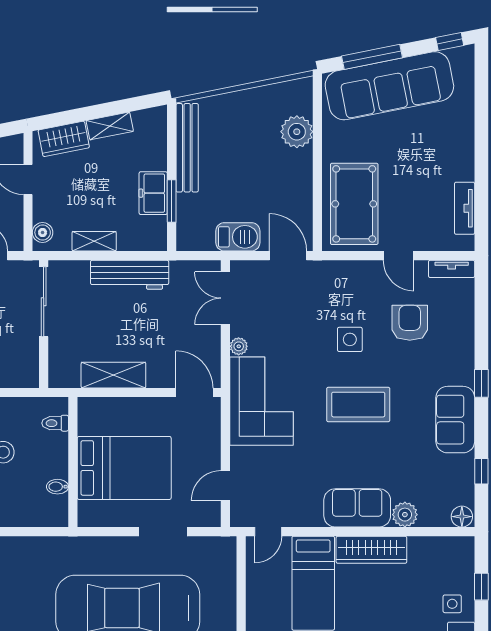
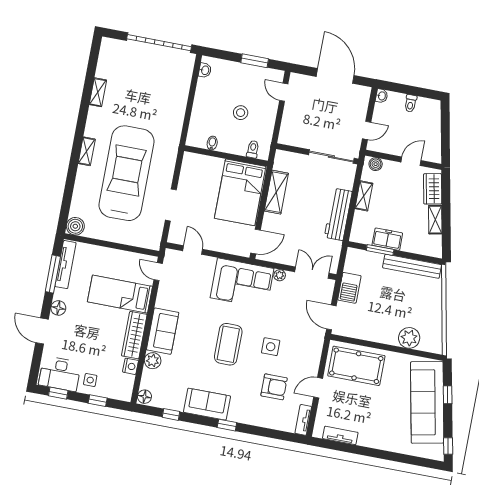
window: (372, 57) -> (448, 395), width x0.46
door: (288, 256) -> (331, 317), swing flipped
bed: (124, 468) -> (240, 192), moved
nightstand: (420, 547) -> (131, 366), added

